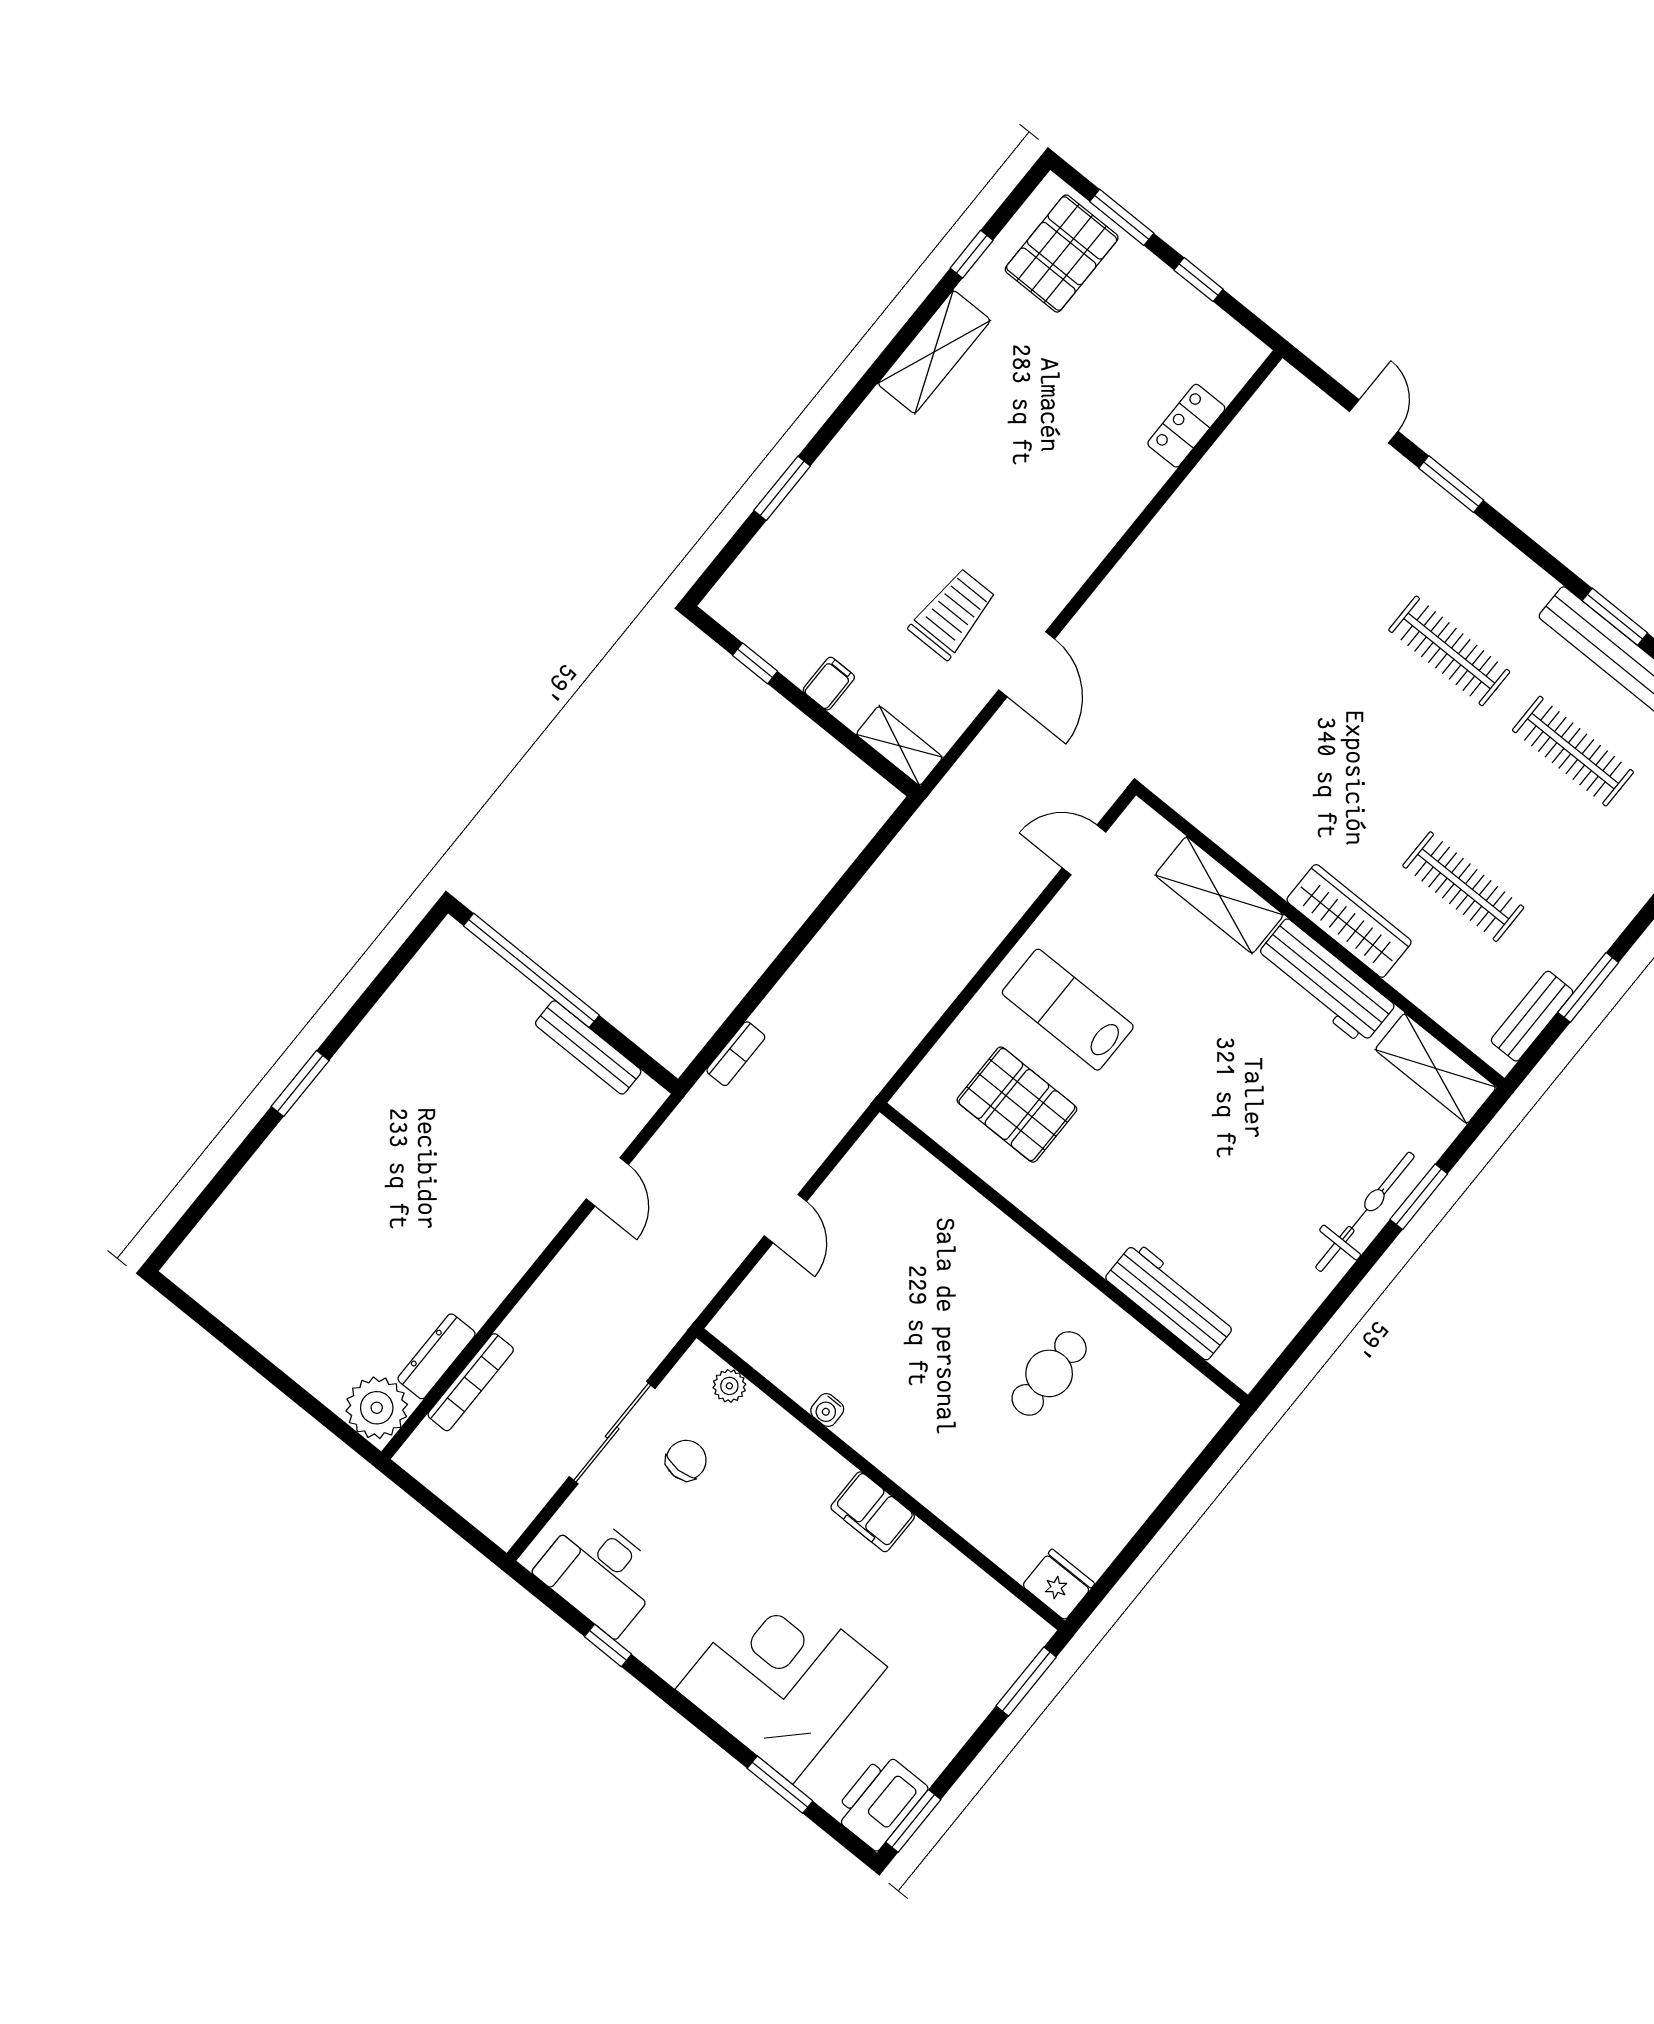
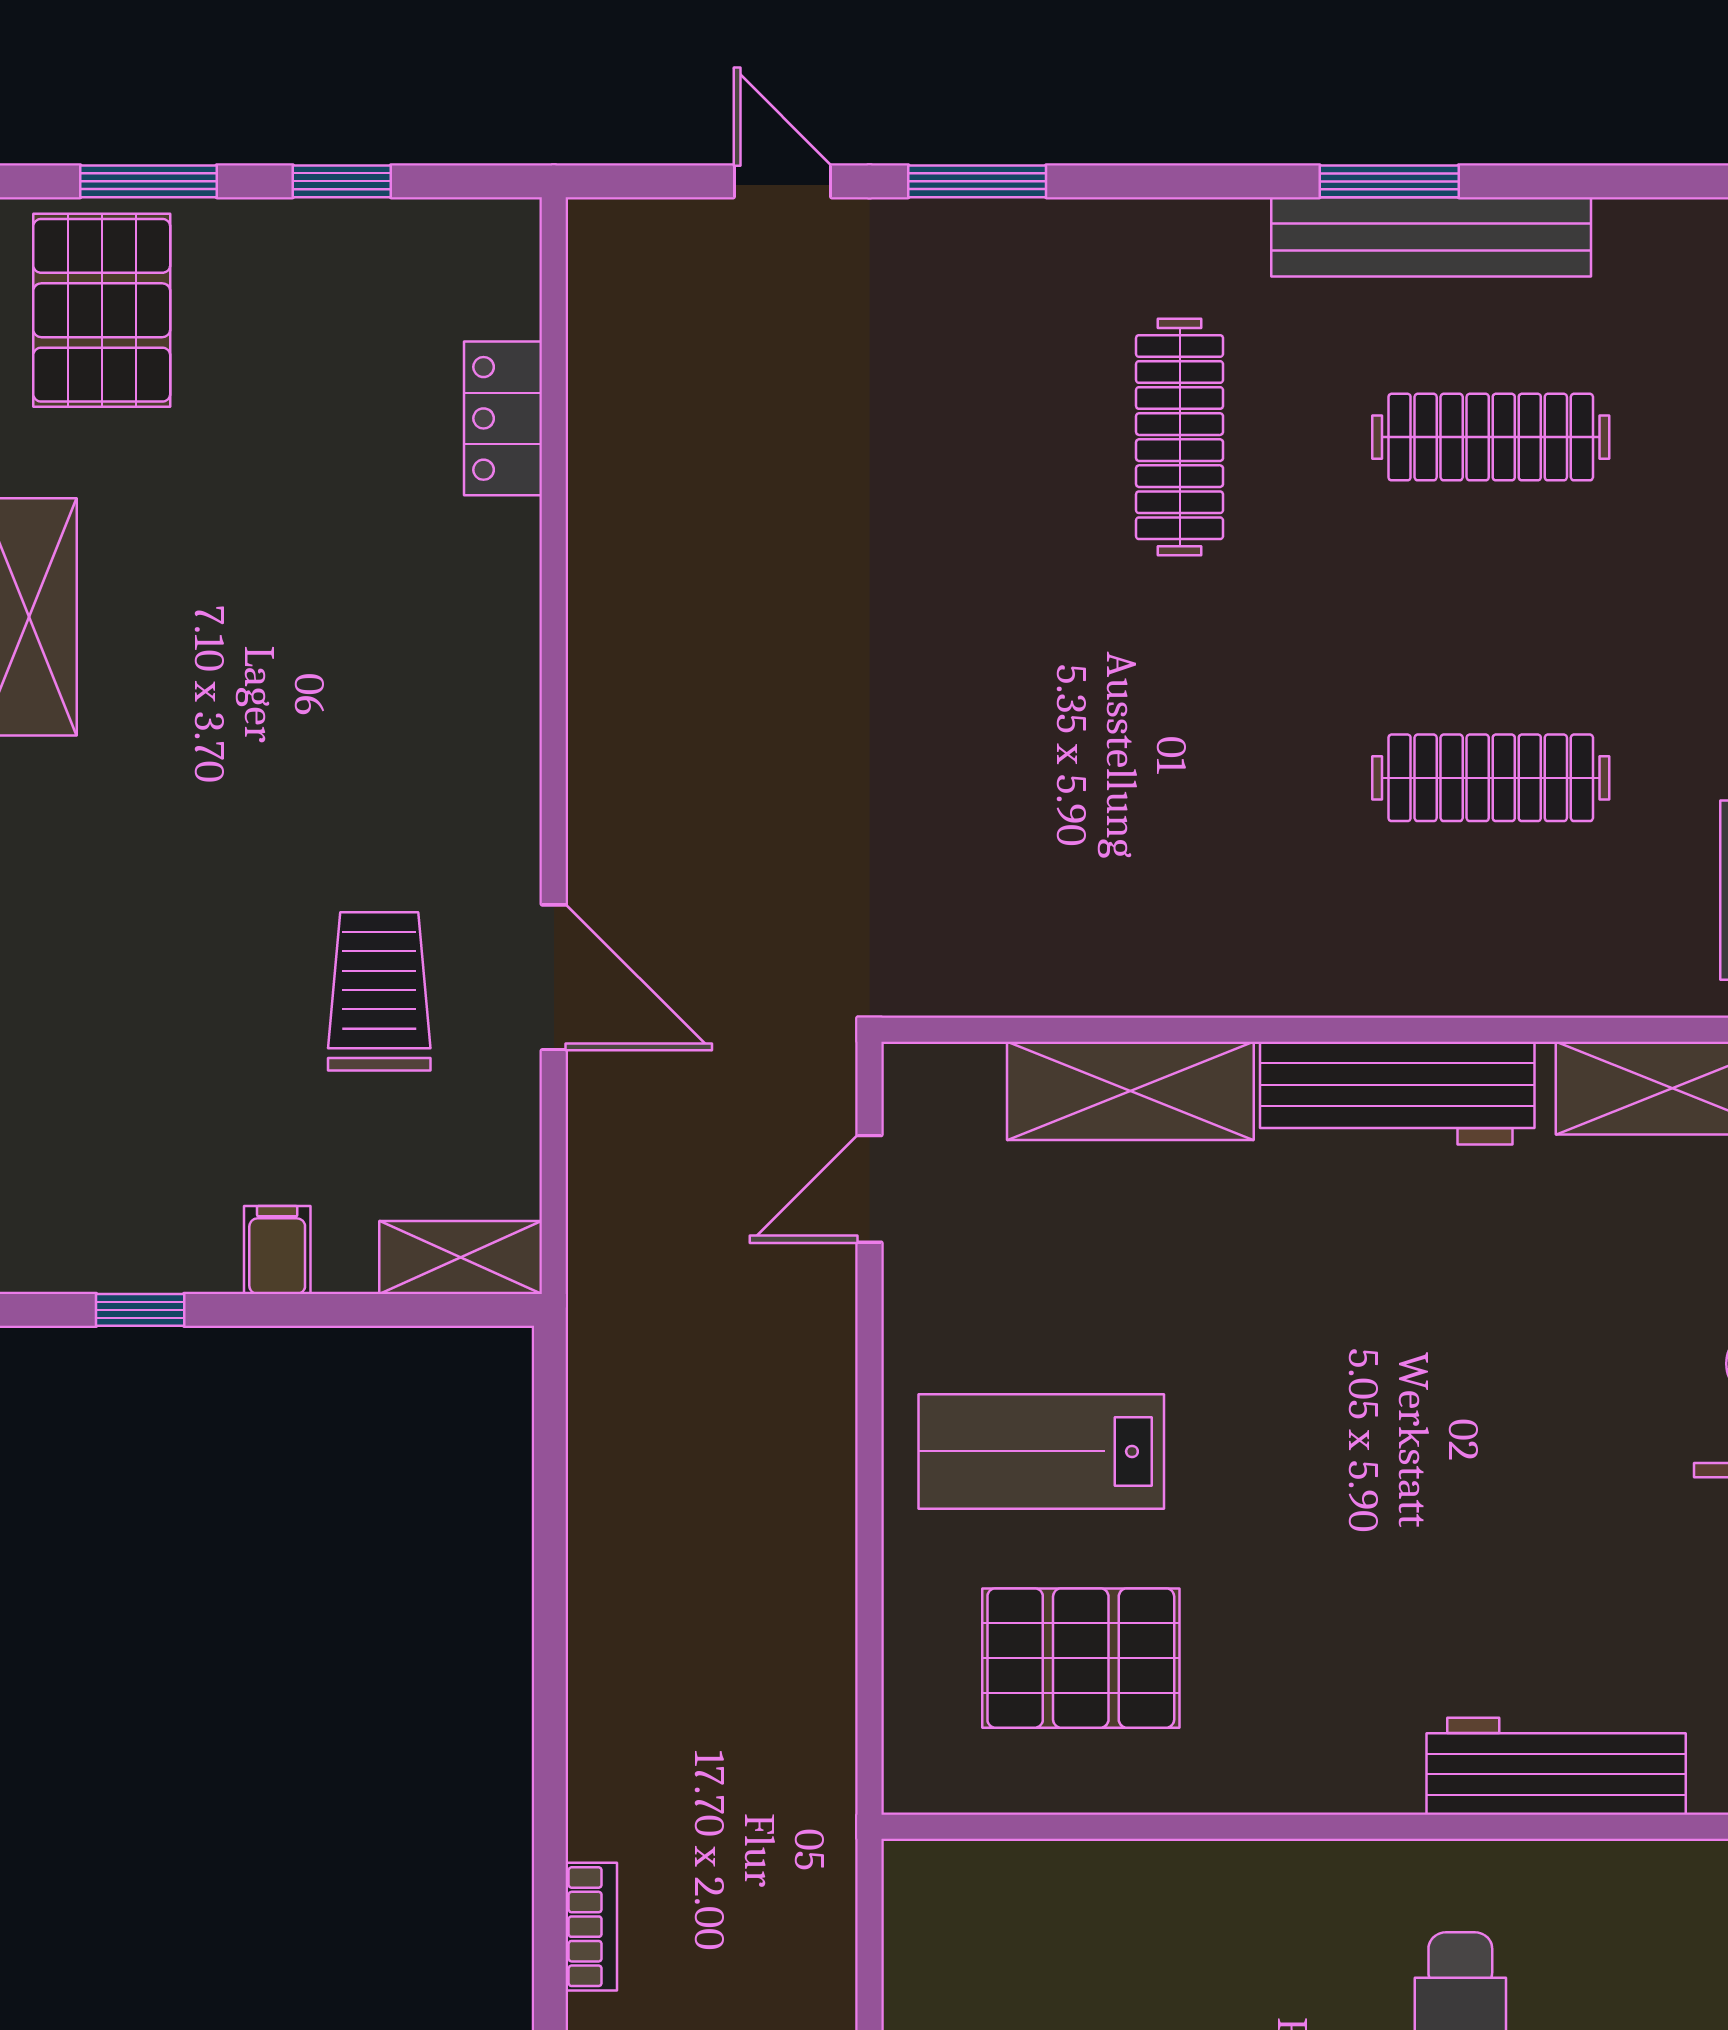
clothes rail: (1449, 651) -> (1180, 437), turned 90
wardrobe: (1349, 921) -> (1359, 971), removed

